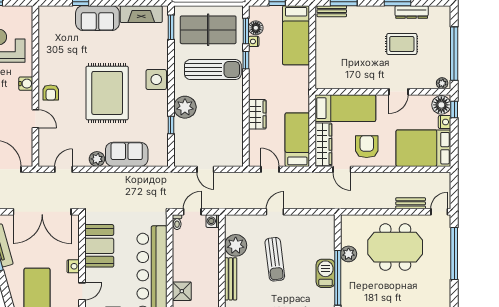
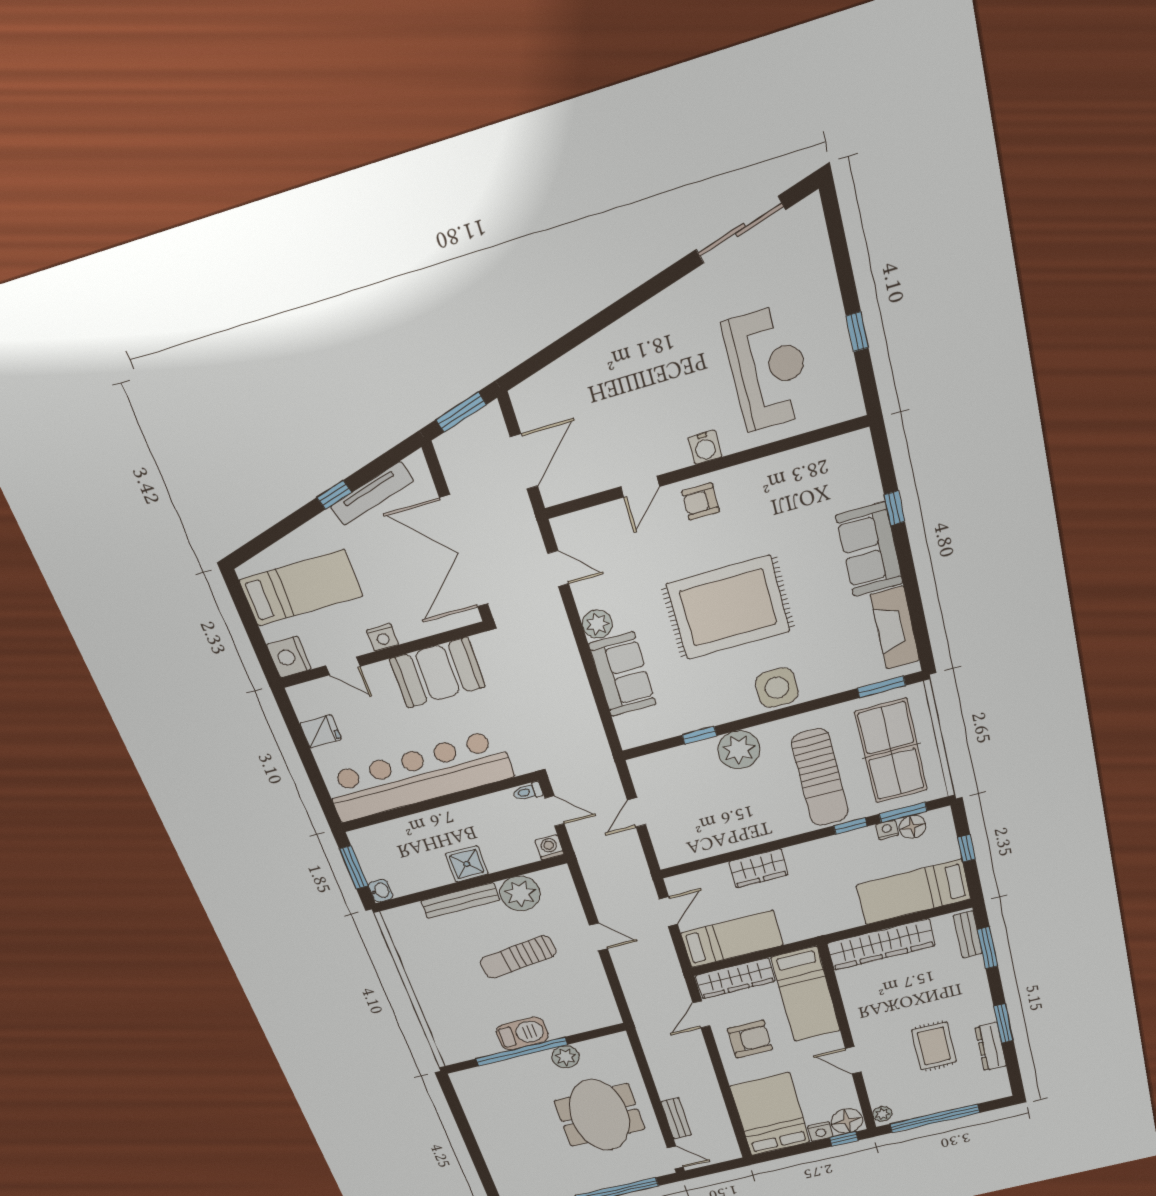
wardrobe: (325, 60) -> (881, 945), added
shower: (182, 291) -> (467, 864), moved

